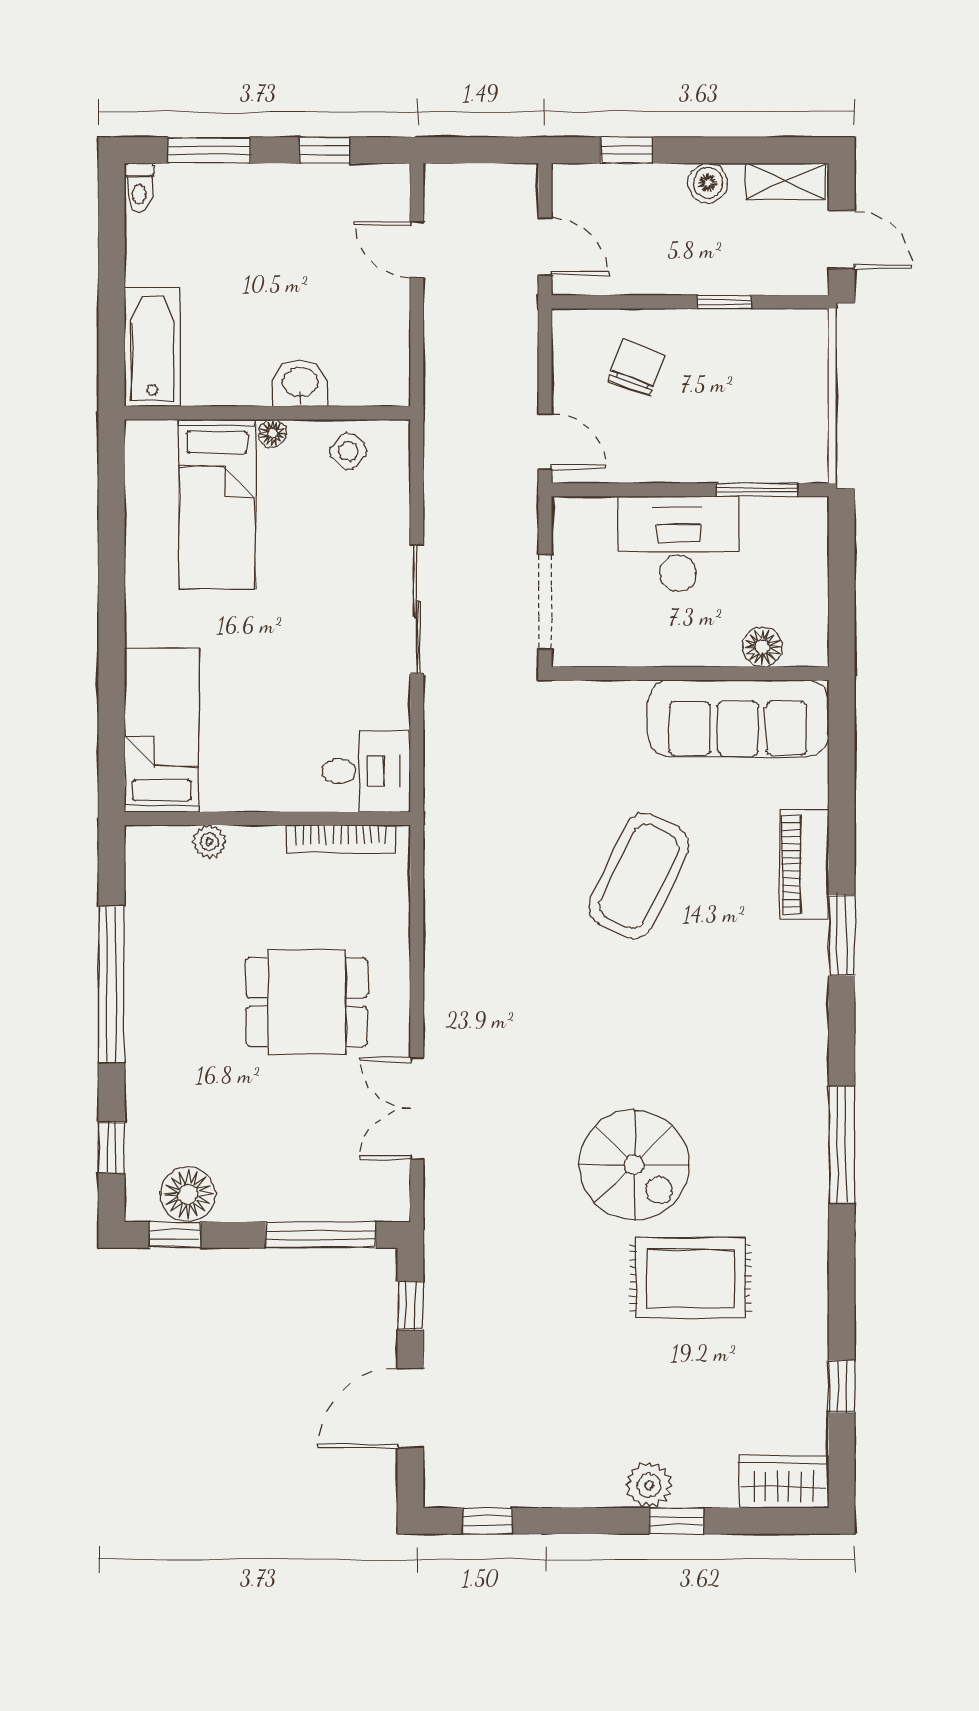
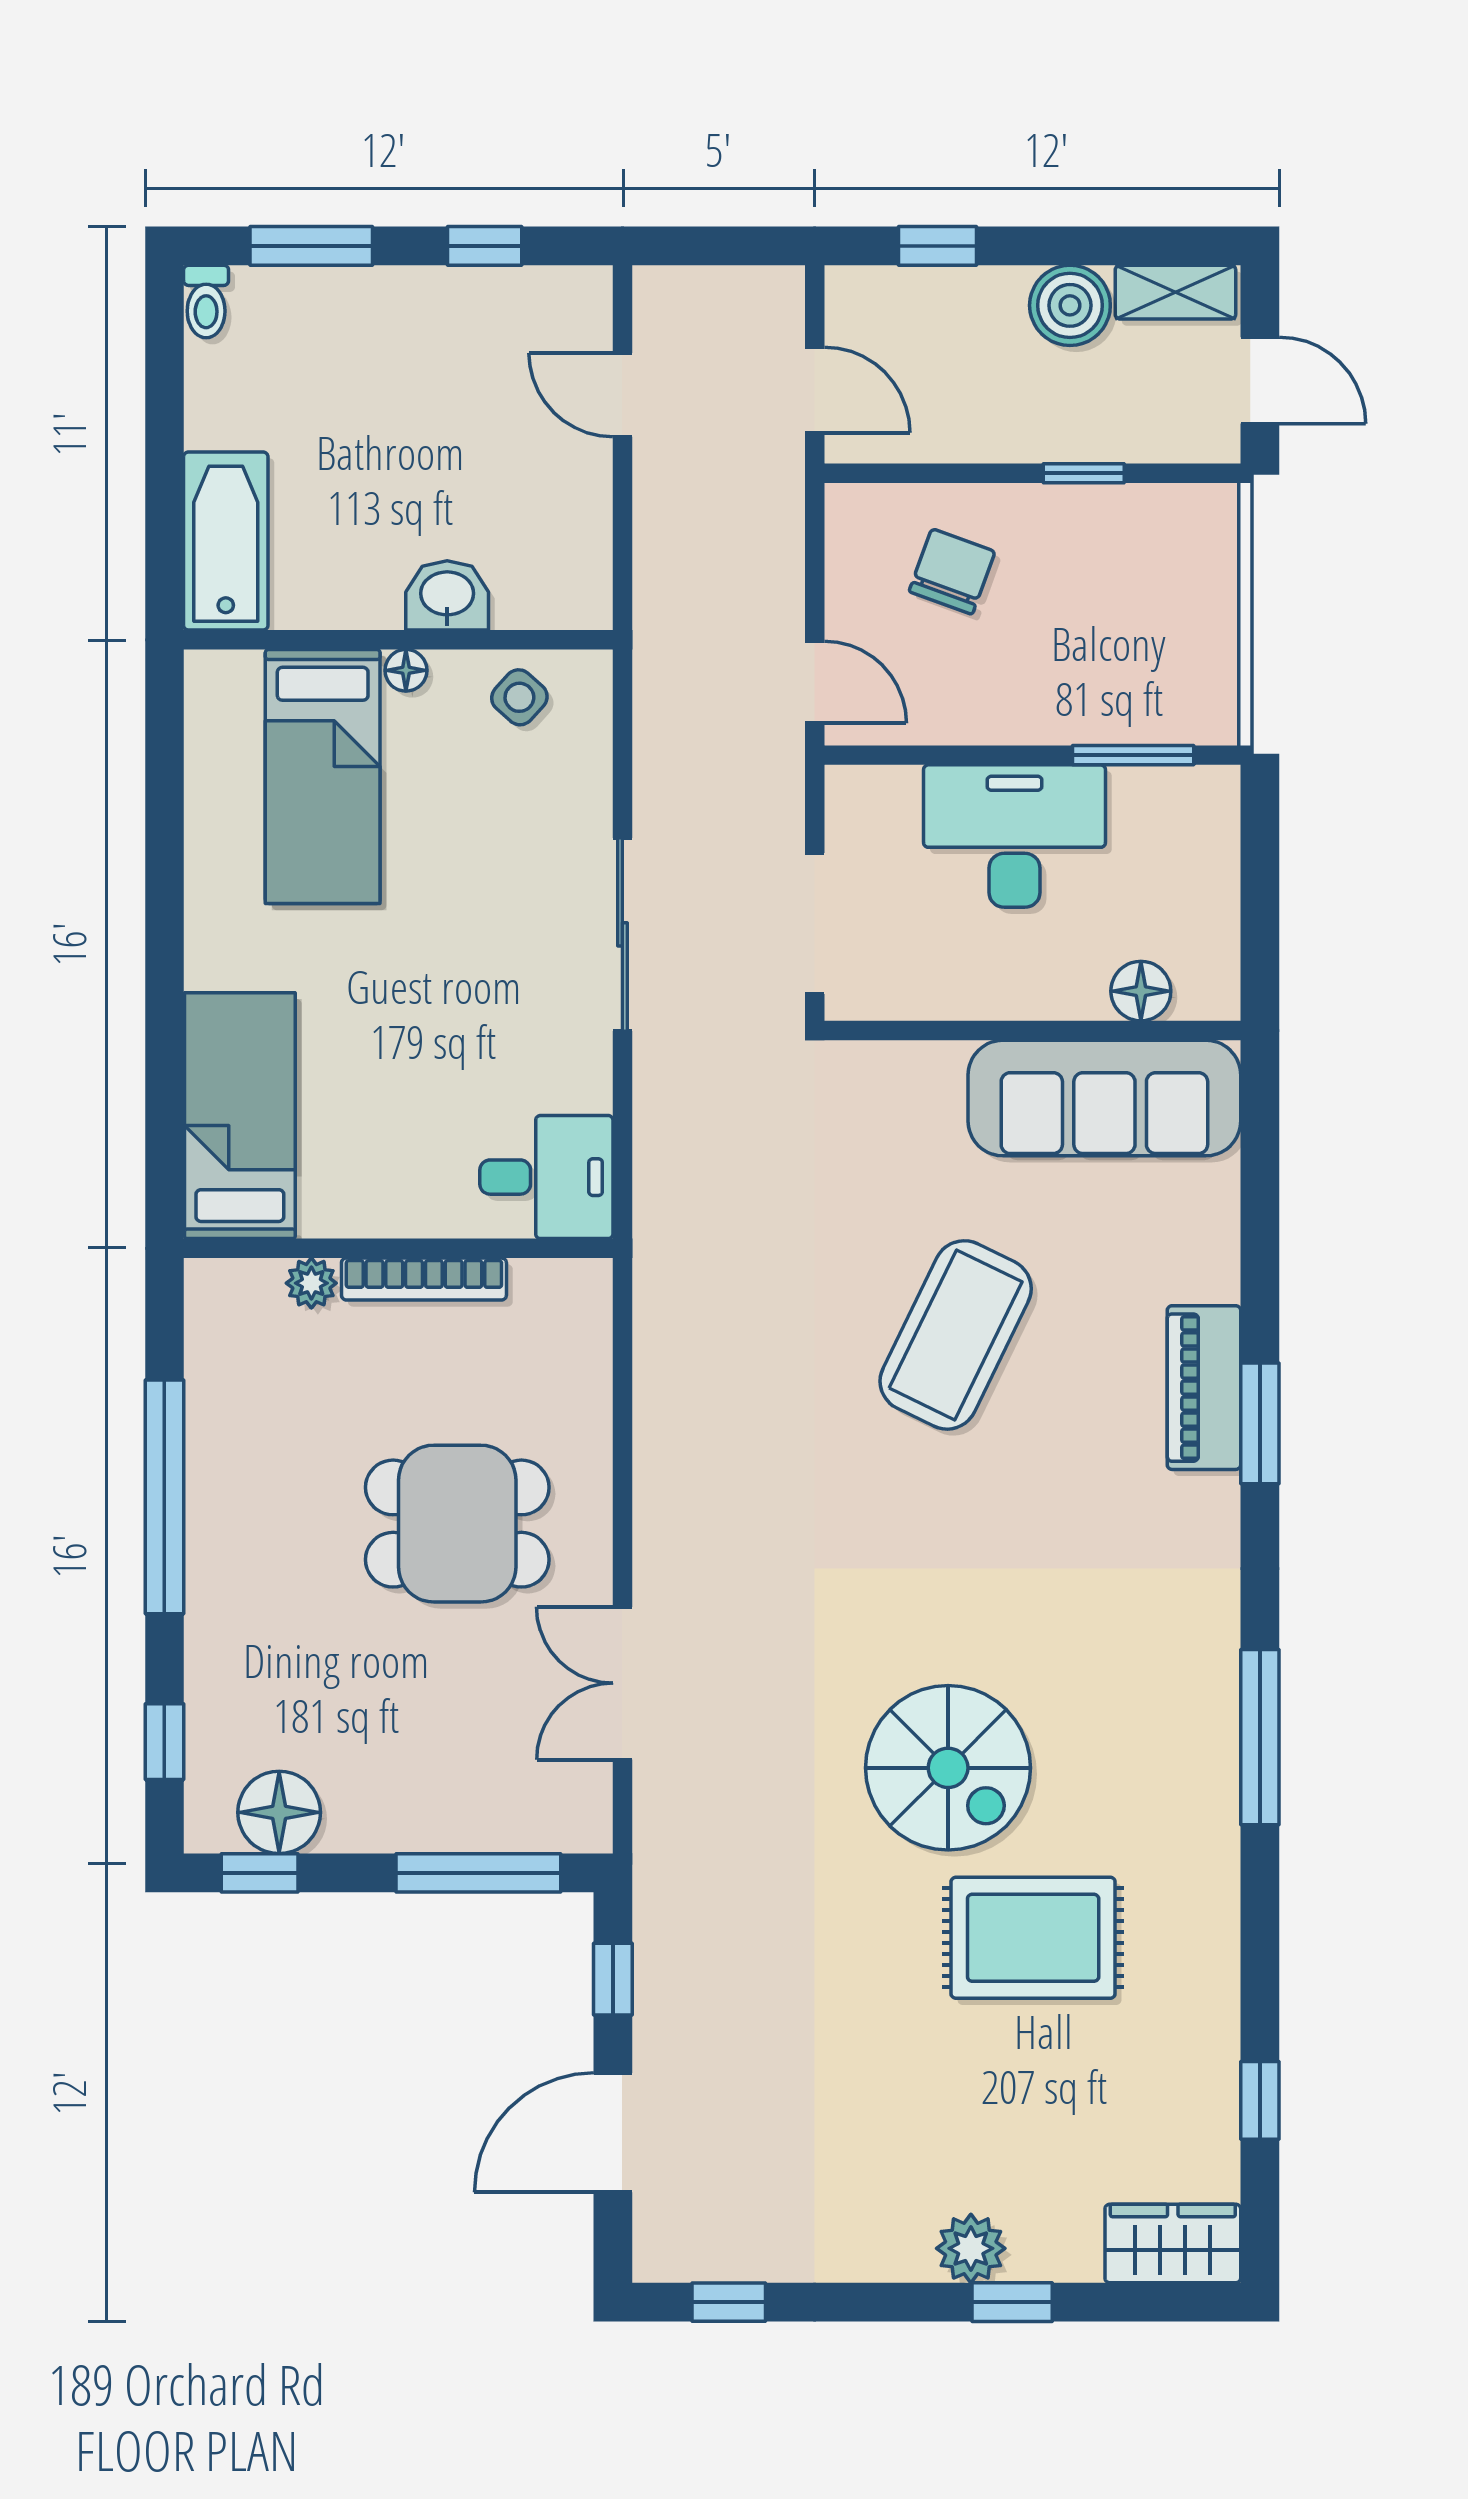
boiler: (708, 183) -> (1070, 305), width x1.36, depth x1.36
bookcase: (341, 839) -> (424, 1279), moved
piano: (804, 864) -> (1204, 1388), moved

